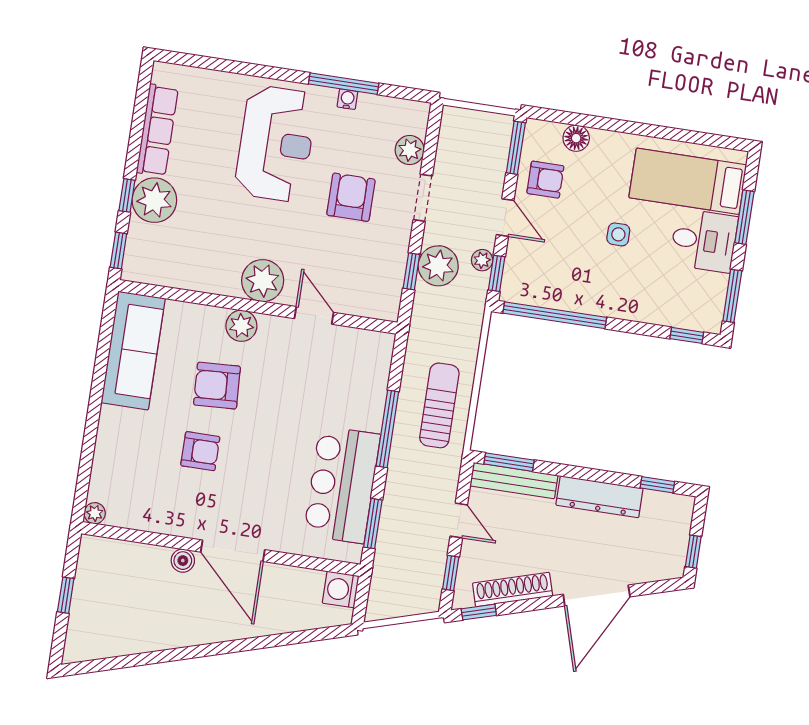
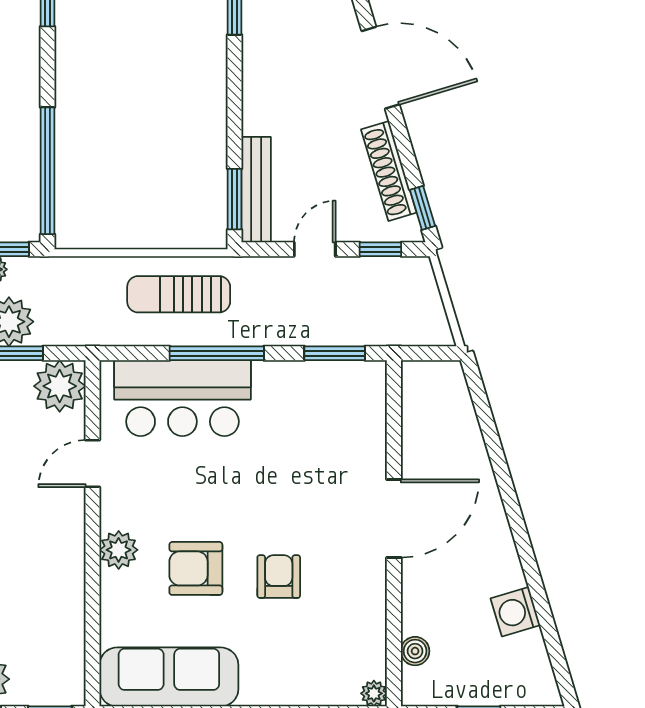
plant: (263, 281) -> (60, 386), moved
armchair: (217, 386) -> (196, 568), turned 93
bar counter: (342, 485) -> (182, 398), moved
dresser: (599, 497) -> (260, 83), removed
boiler: (183, 561) -> (415, 651), moved
washing machine: (341, 589) -> (515, 612), moved, turned 73

